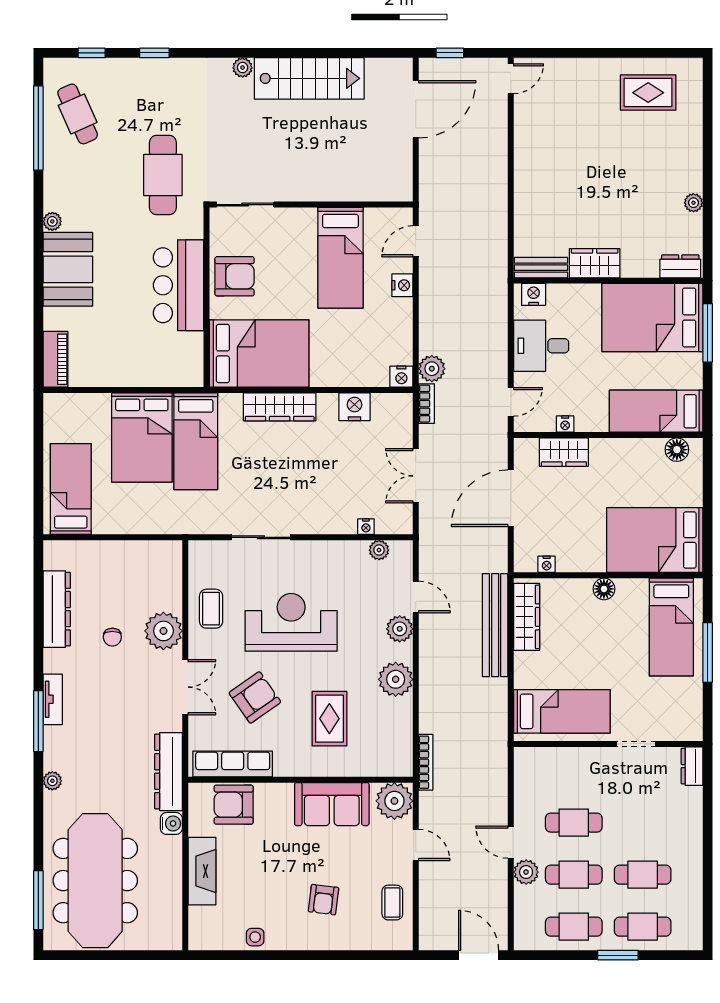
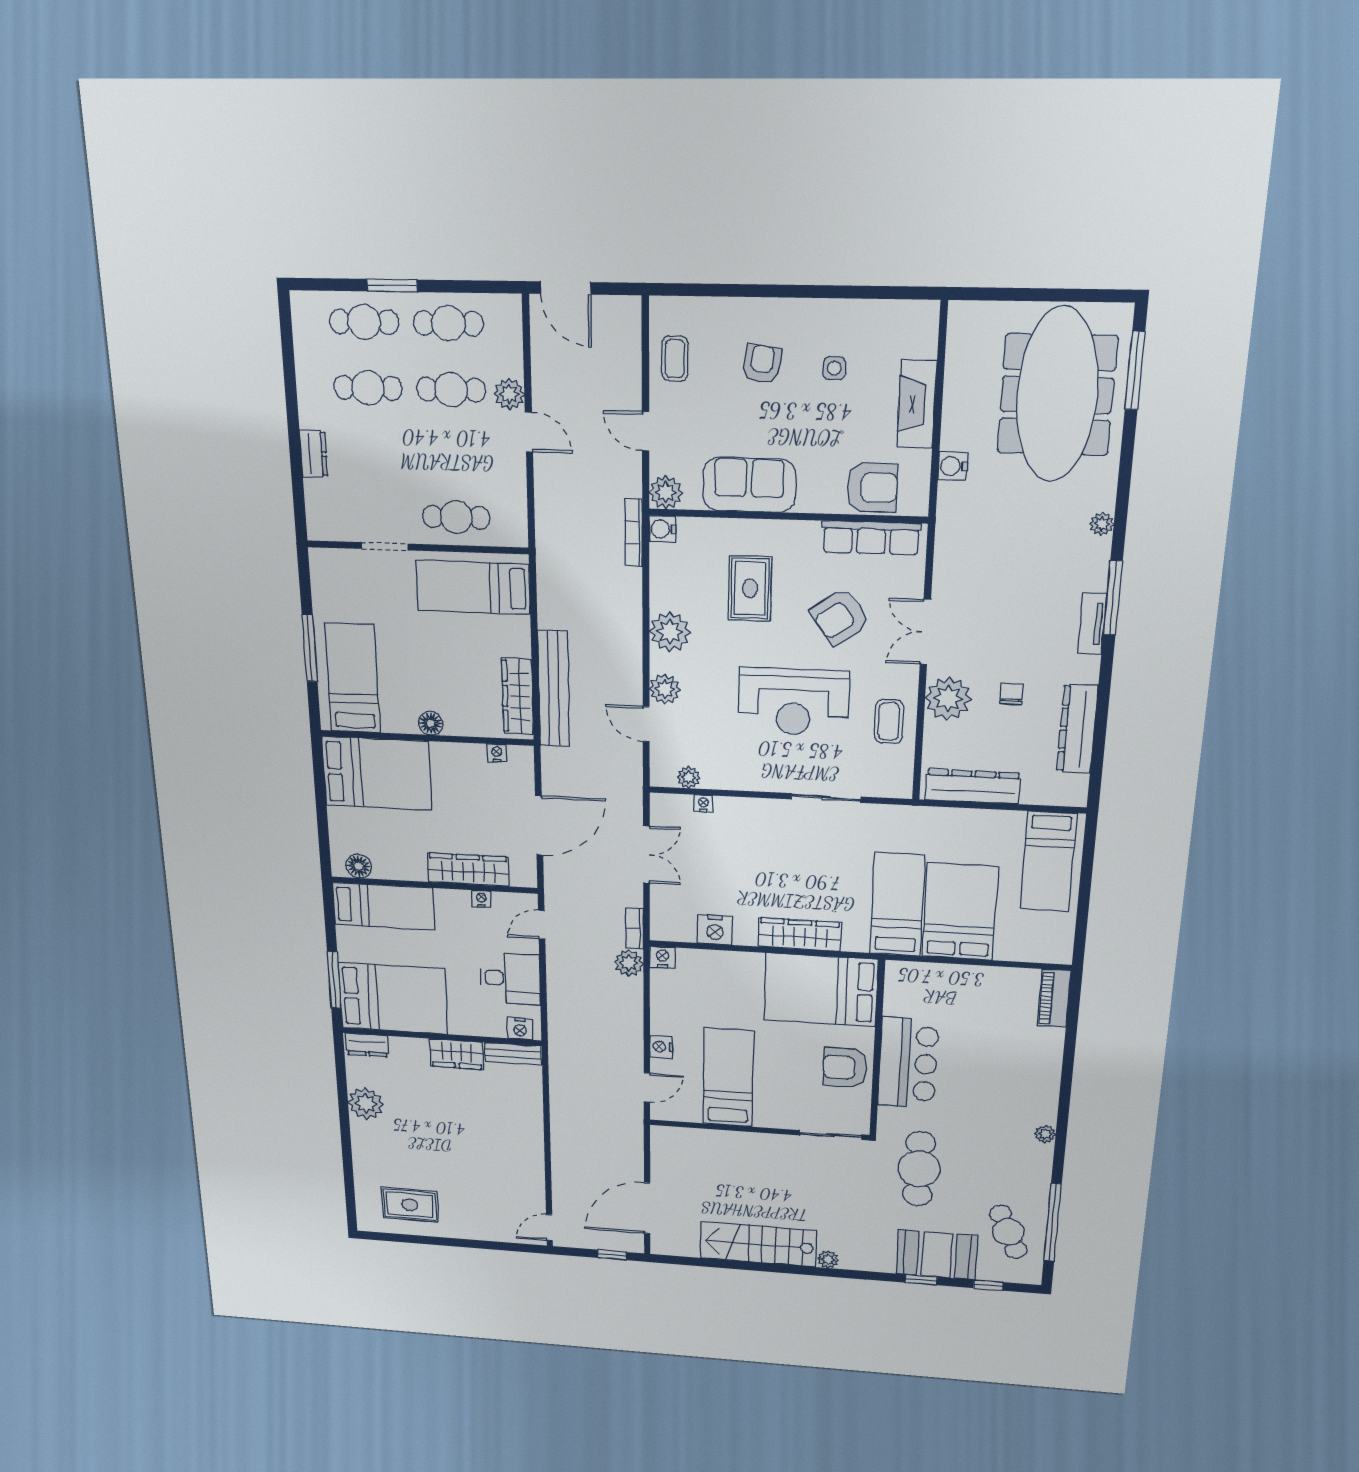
plant: (693, 203) -> (366, 1104), width x1.88, depth x1.88
booth: (68, 269) -> (937, 1255), moved, turned 90
wardrobe: (564, 452) -> (468, 870), width x1.50
water cooler: (402, 766) -> (662, 529), added
dresser: (692, 766) -> (314, 454), moved
dresser: (168, 772) -> (973, 787), moved, turned -90
plant: (394, 801) -> (666, 493), width x0.73, depth x0.73
cafe table: (574, 823) -> (456, 517), moved
side table: (255, 937) -> (834, 368), moved

